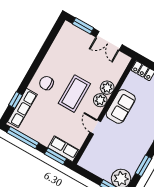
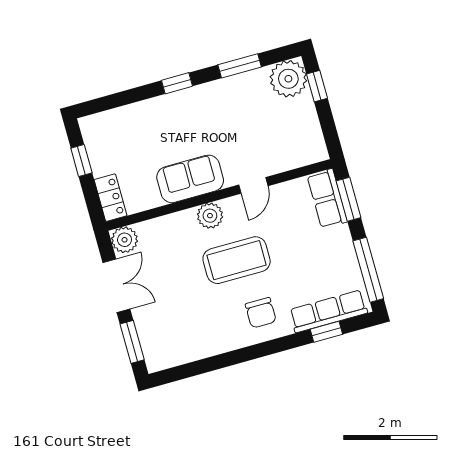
plant: (107, 88) -> (125, 240), moved

